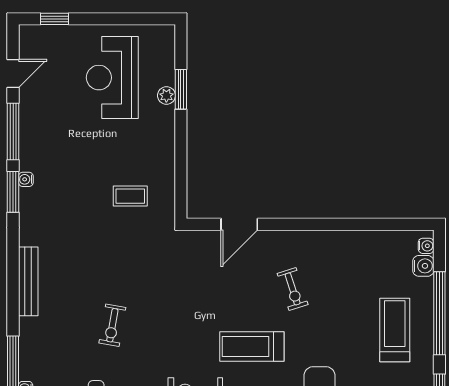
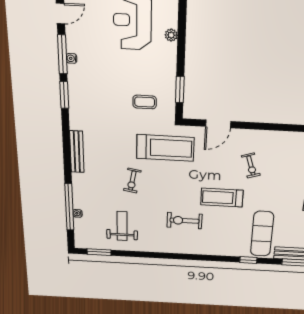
window: (181, 89) -> (180, 89), moved
water cooler: (26, 179) -> (72, 58), moved
treadmill: (162, 267) -> (165, 148), added

